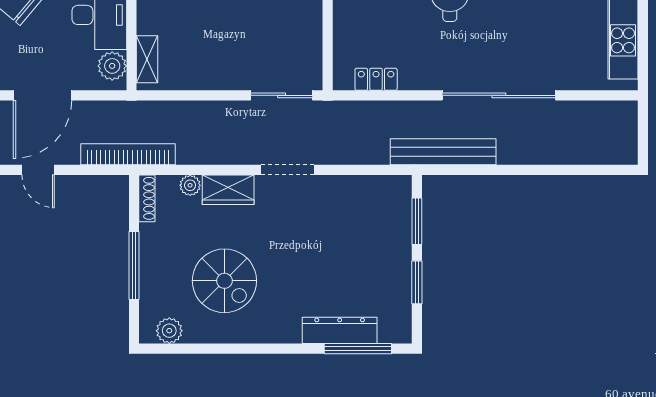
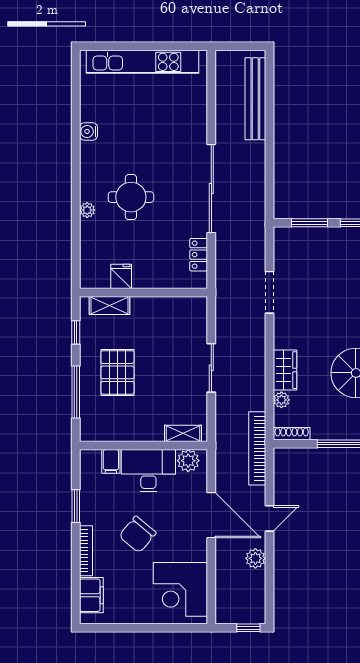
sliding door: (282, 95) -> (211, 368), moved
sliding door: (499, 95) -> (211, 189), moved
bench: (443, 152) -> (255, 99), moved
doorway: (287, 170) -> (269, 292), moved

